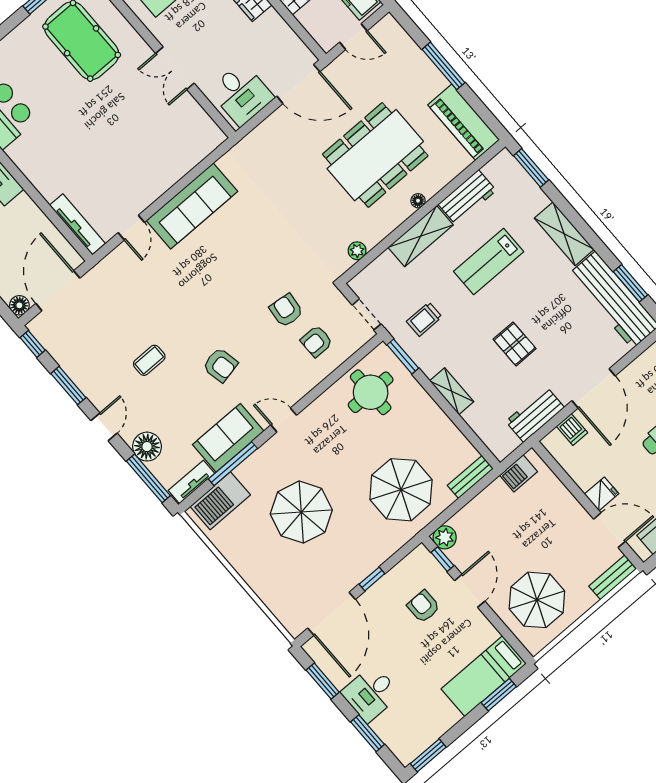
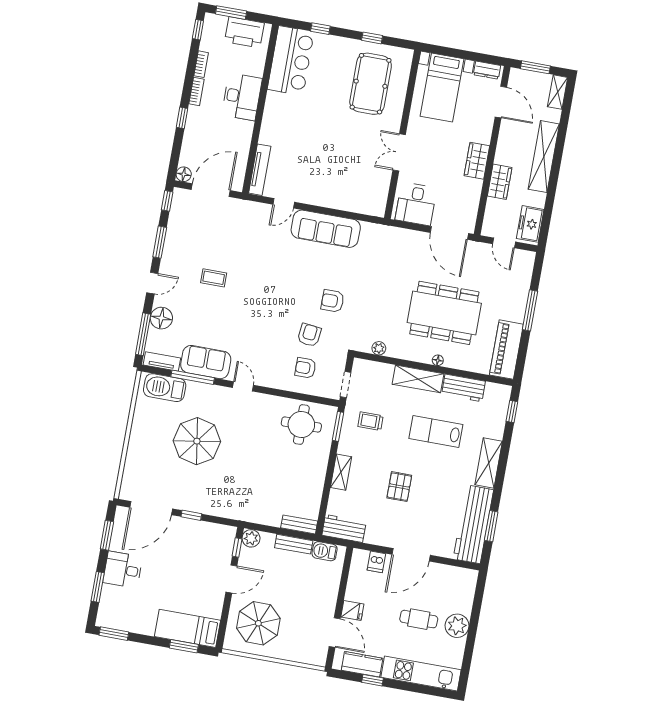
window: (531, 168) -> (512, 412), width x0.67
armchair: (220, 365) -> (333, 301), moved, turned 102
workbench: (535, 415) -> (344, 529), moved
parasol: (401, 490) -> (258, 489), removed
bench: (613, 577) -> (294, 544), moved
armchair: (423, 606) -> (200, 559), removed

